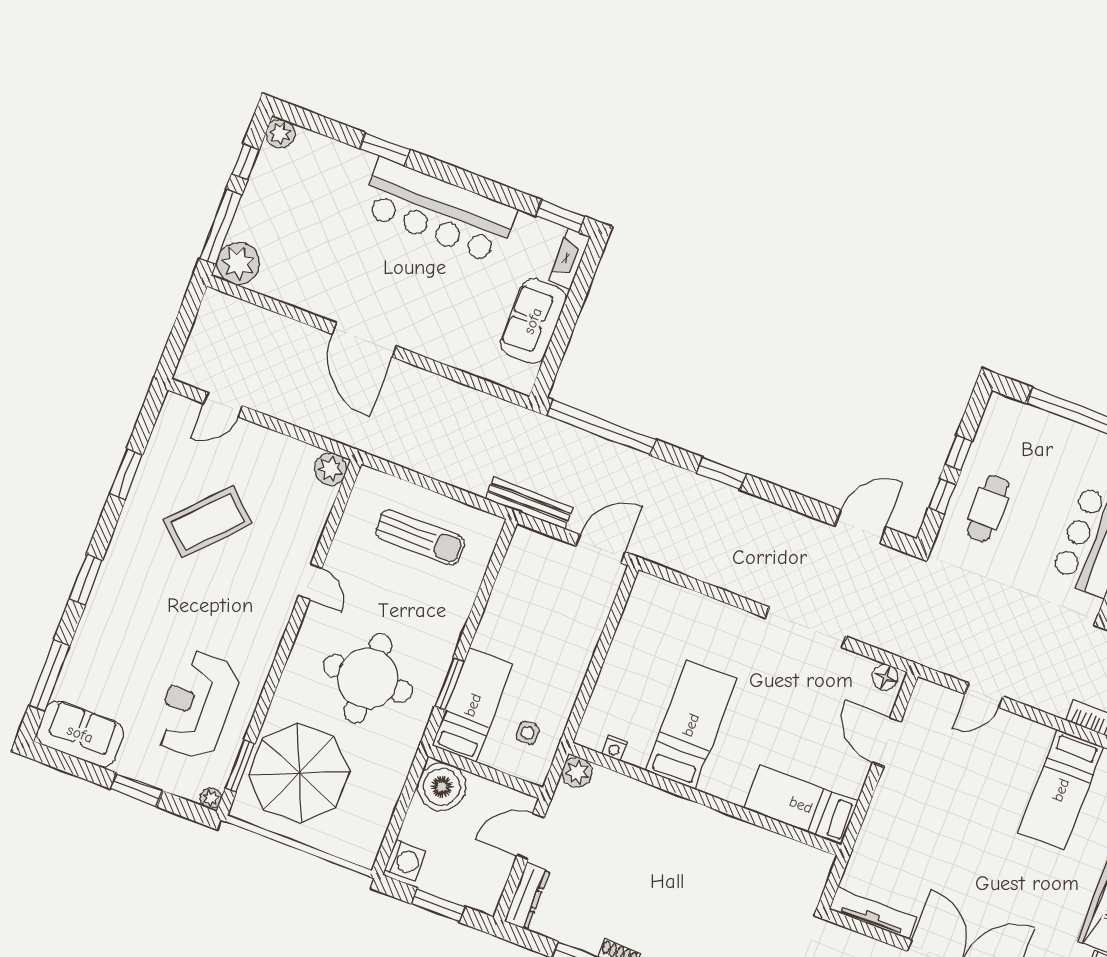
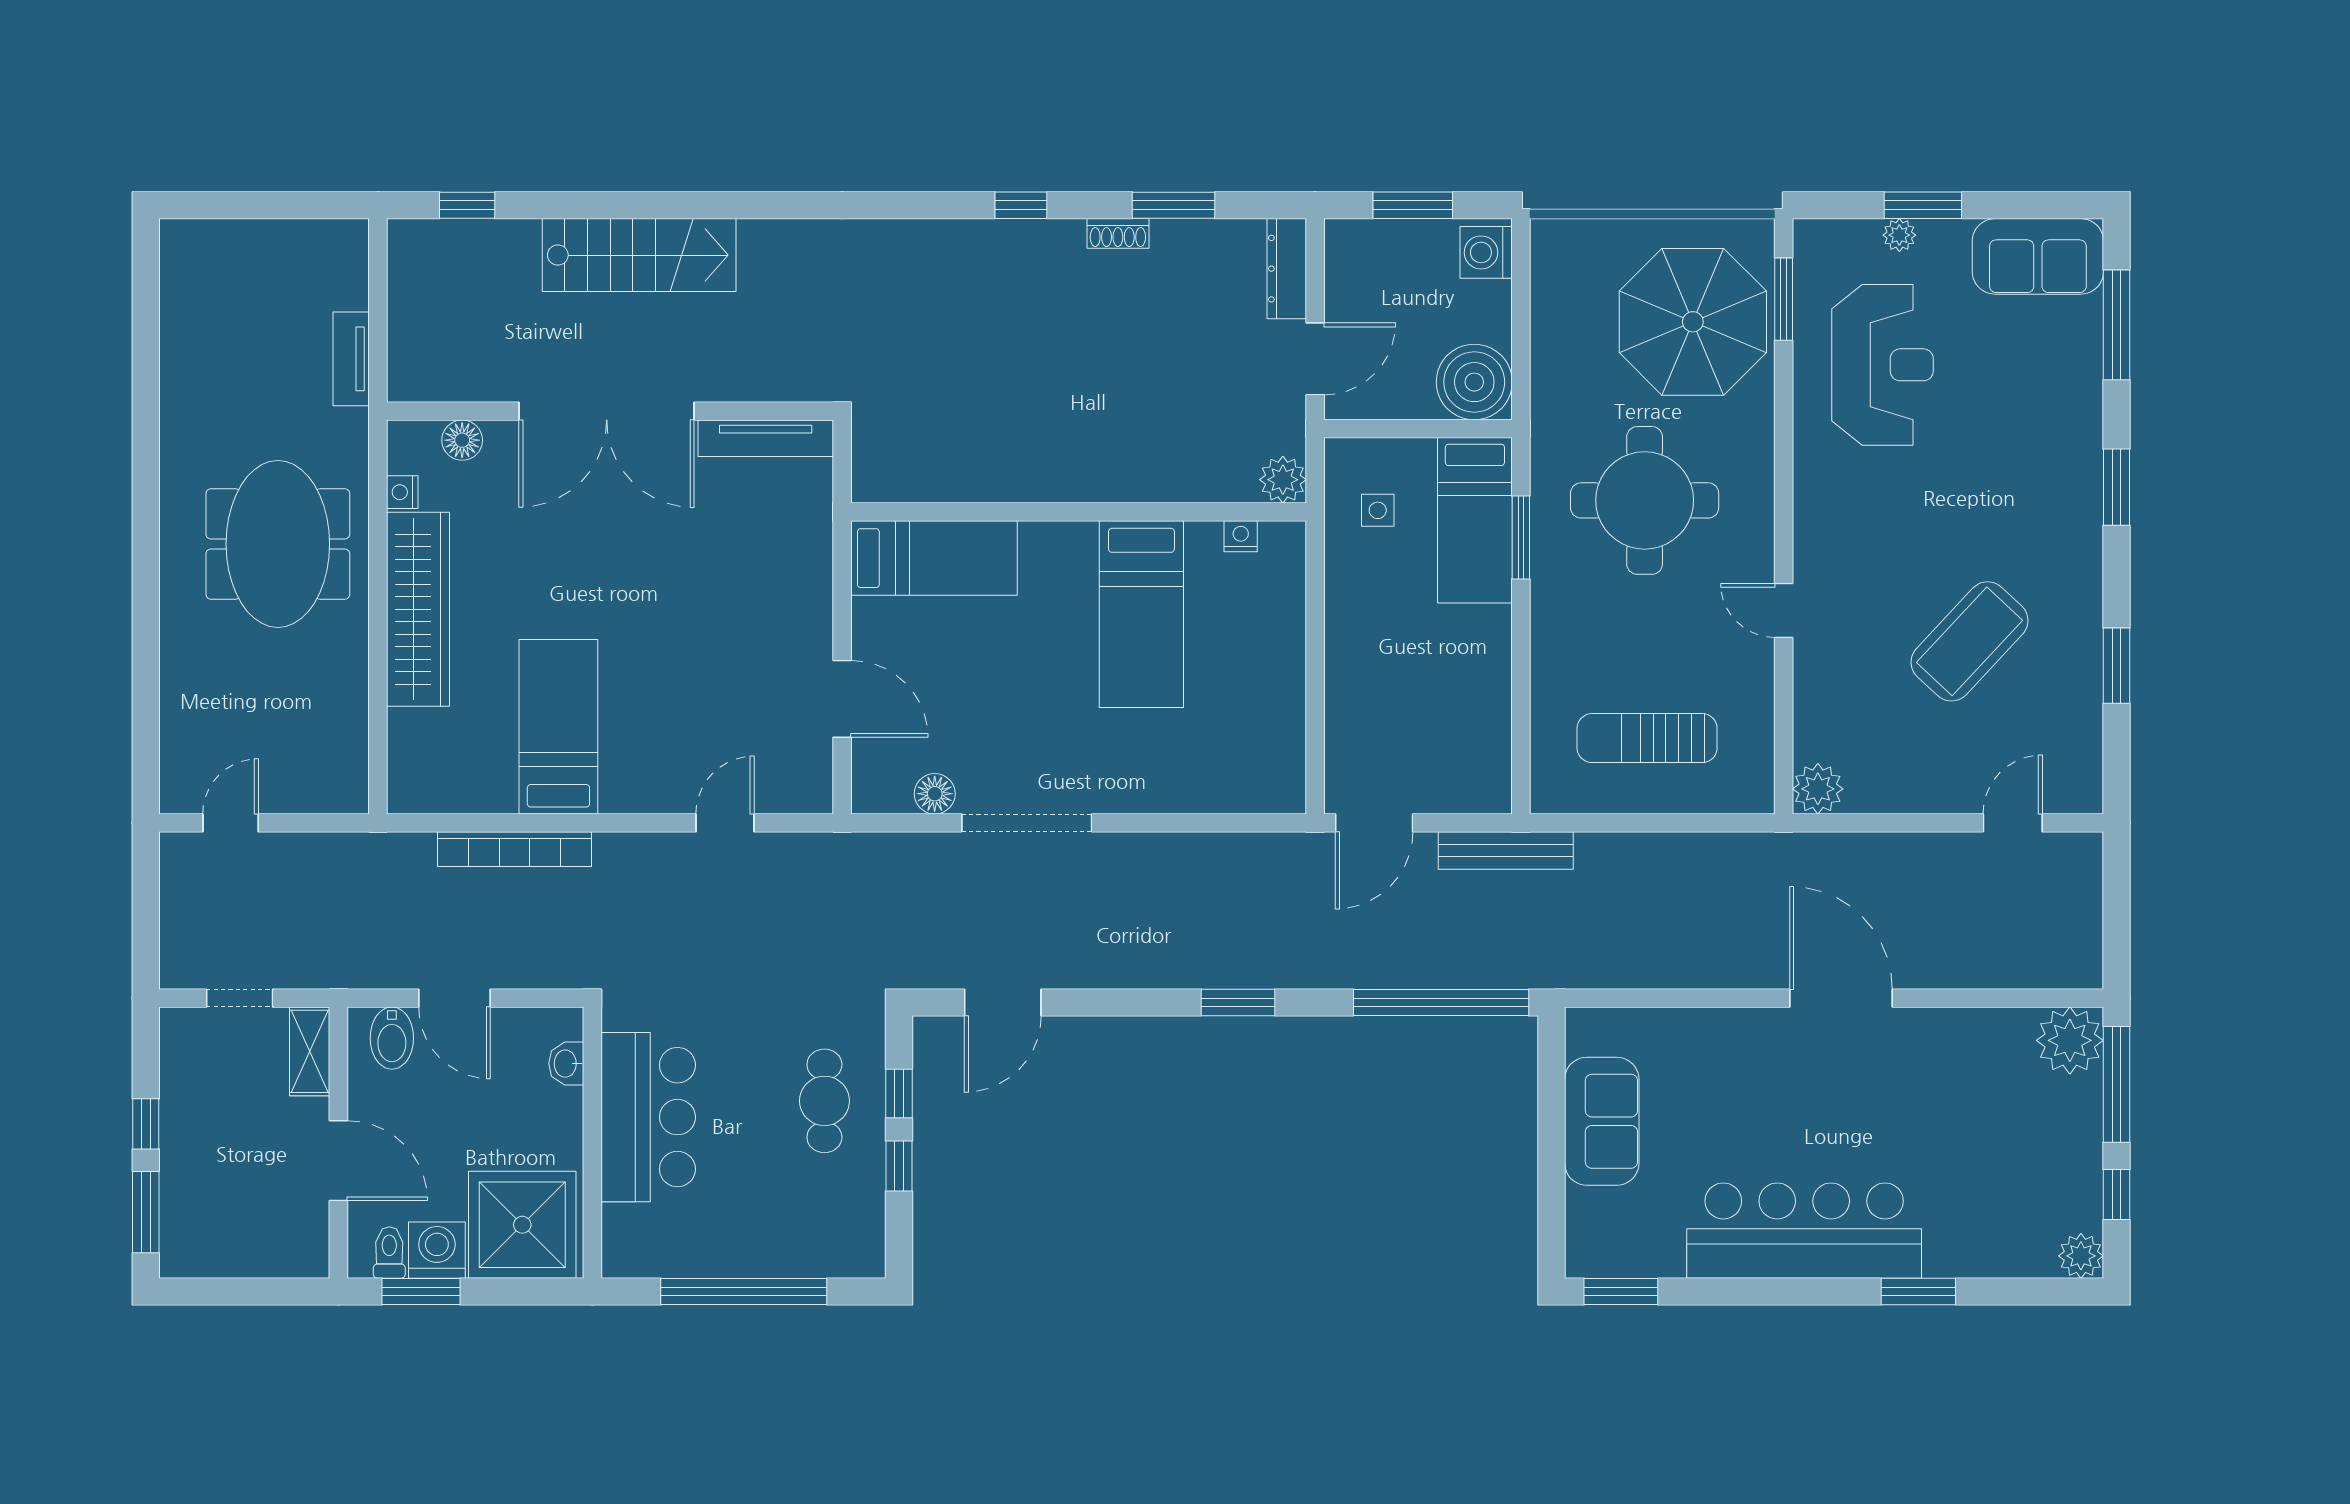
fireplace: (569, 259) -> (1584, 1234), removed
floor lamp: (885, 677) -> (935, 794), moved
plant: (211, 798) -> (1899, 235), moved

